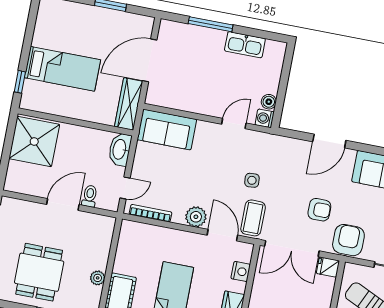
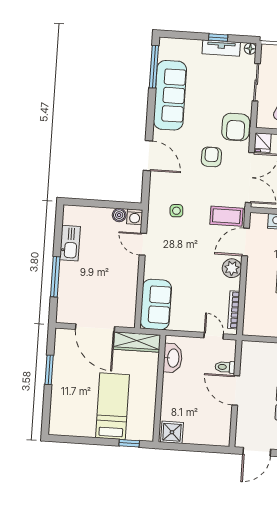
shower: (34, 141) -> (172, 432), width x0.54, depth x0.54
washbasin: (120, 149) -> (173, 358), moved, turned -90
side table: (252, 180) -> (176, 211), moved
armchair: (348, 240) -> (236, 127), turned -90

